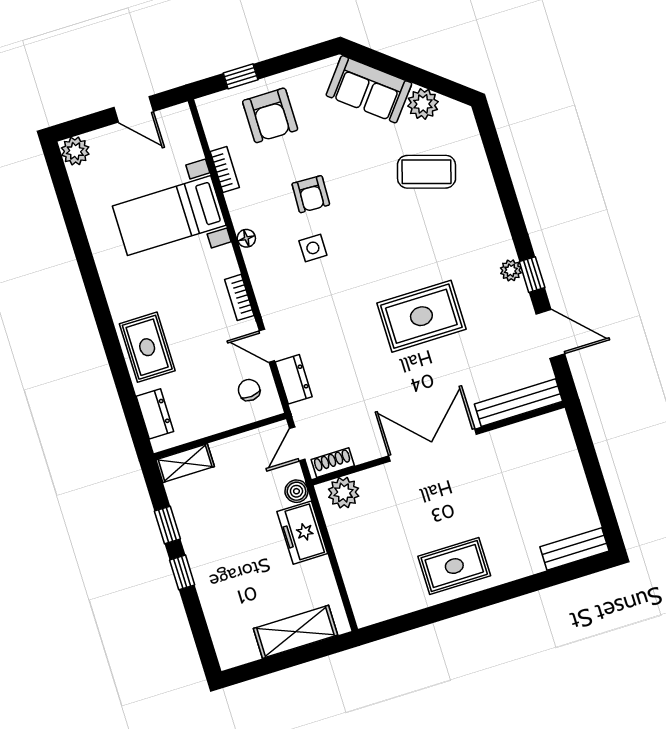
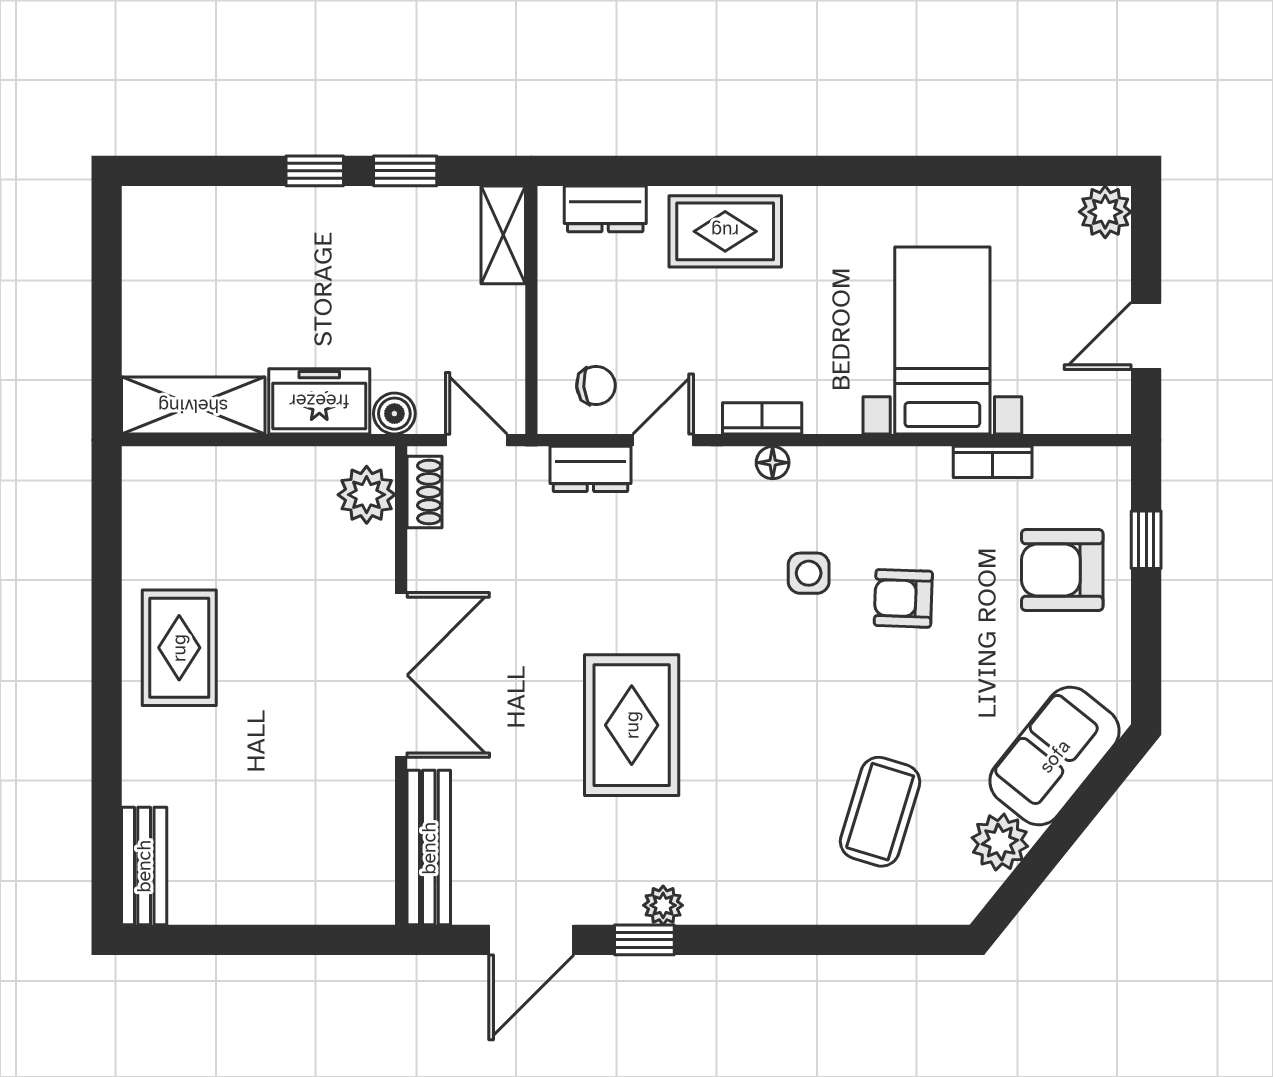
floor lamp: (246, 238) -> (773, 463), moved
shelving: (296, 632) -> (193, 406), moved, turned 90

